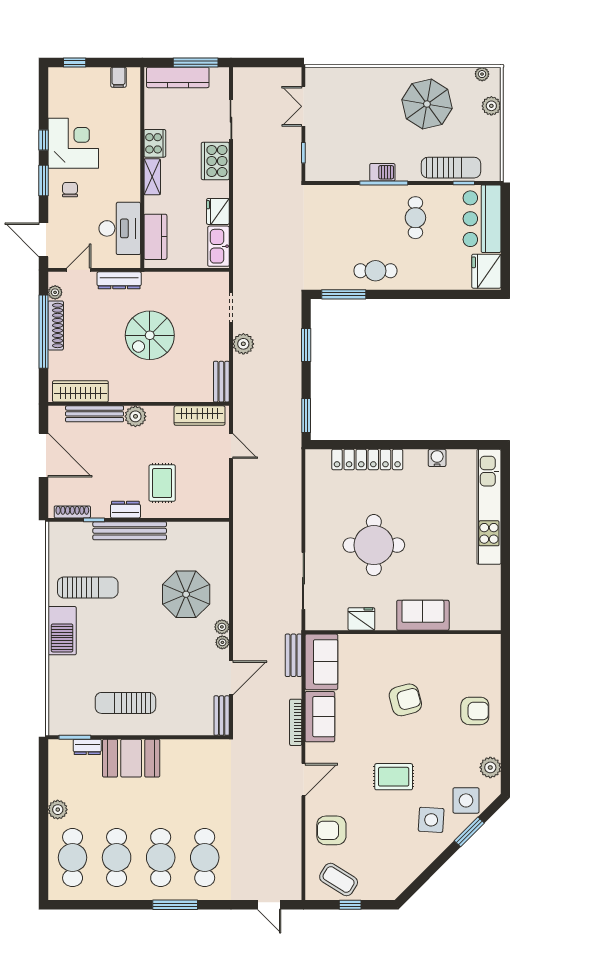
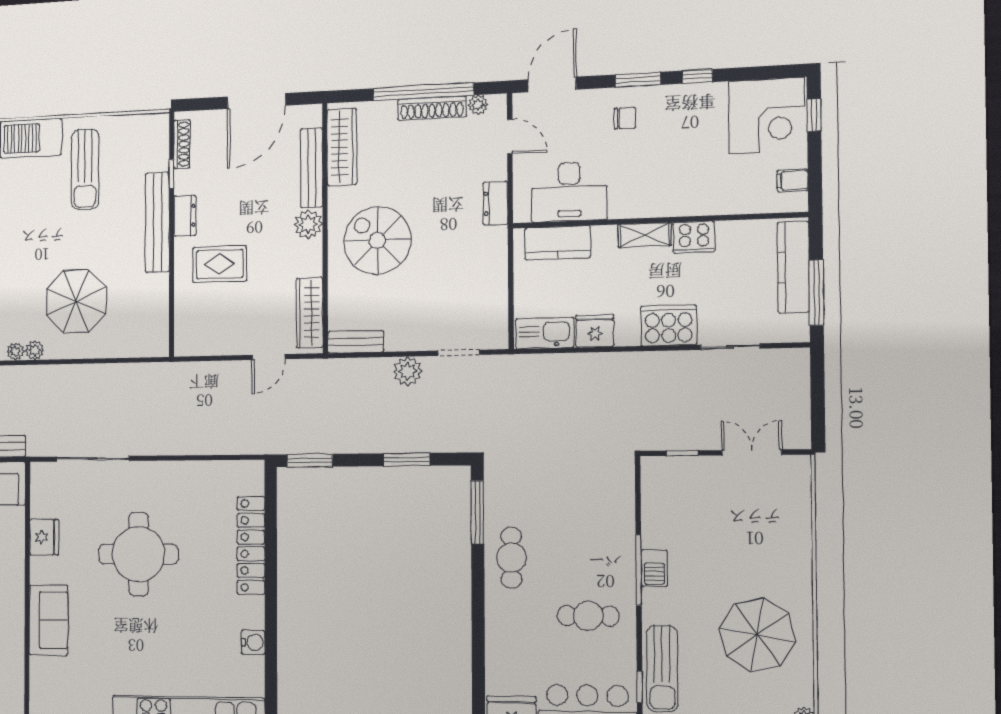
corner desk: (73, 143) -> (766, 116), moved
dresser: (119, 280) -> (496, 203), width x0.70
spiral stairs: (150, 335) -> (377, 240), moved

